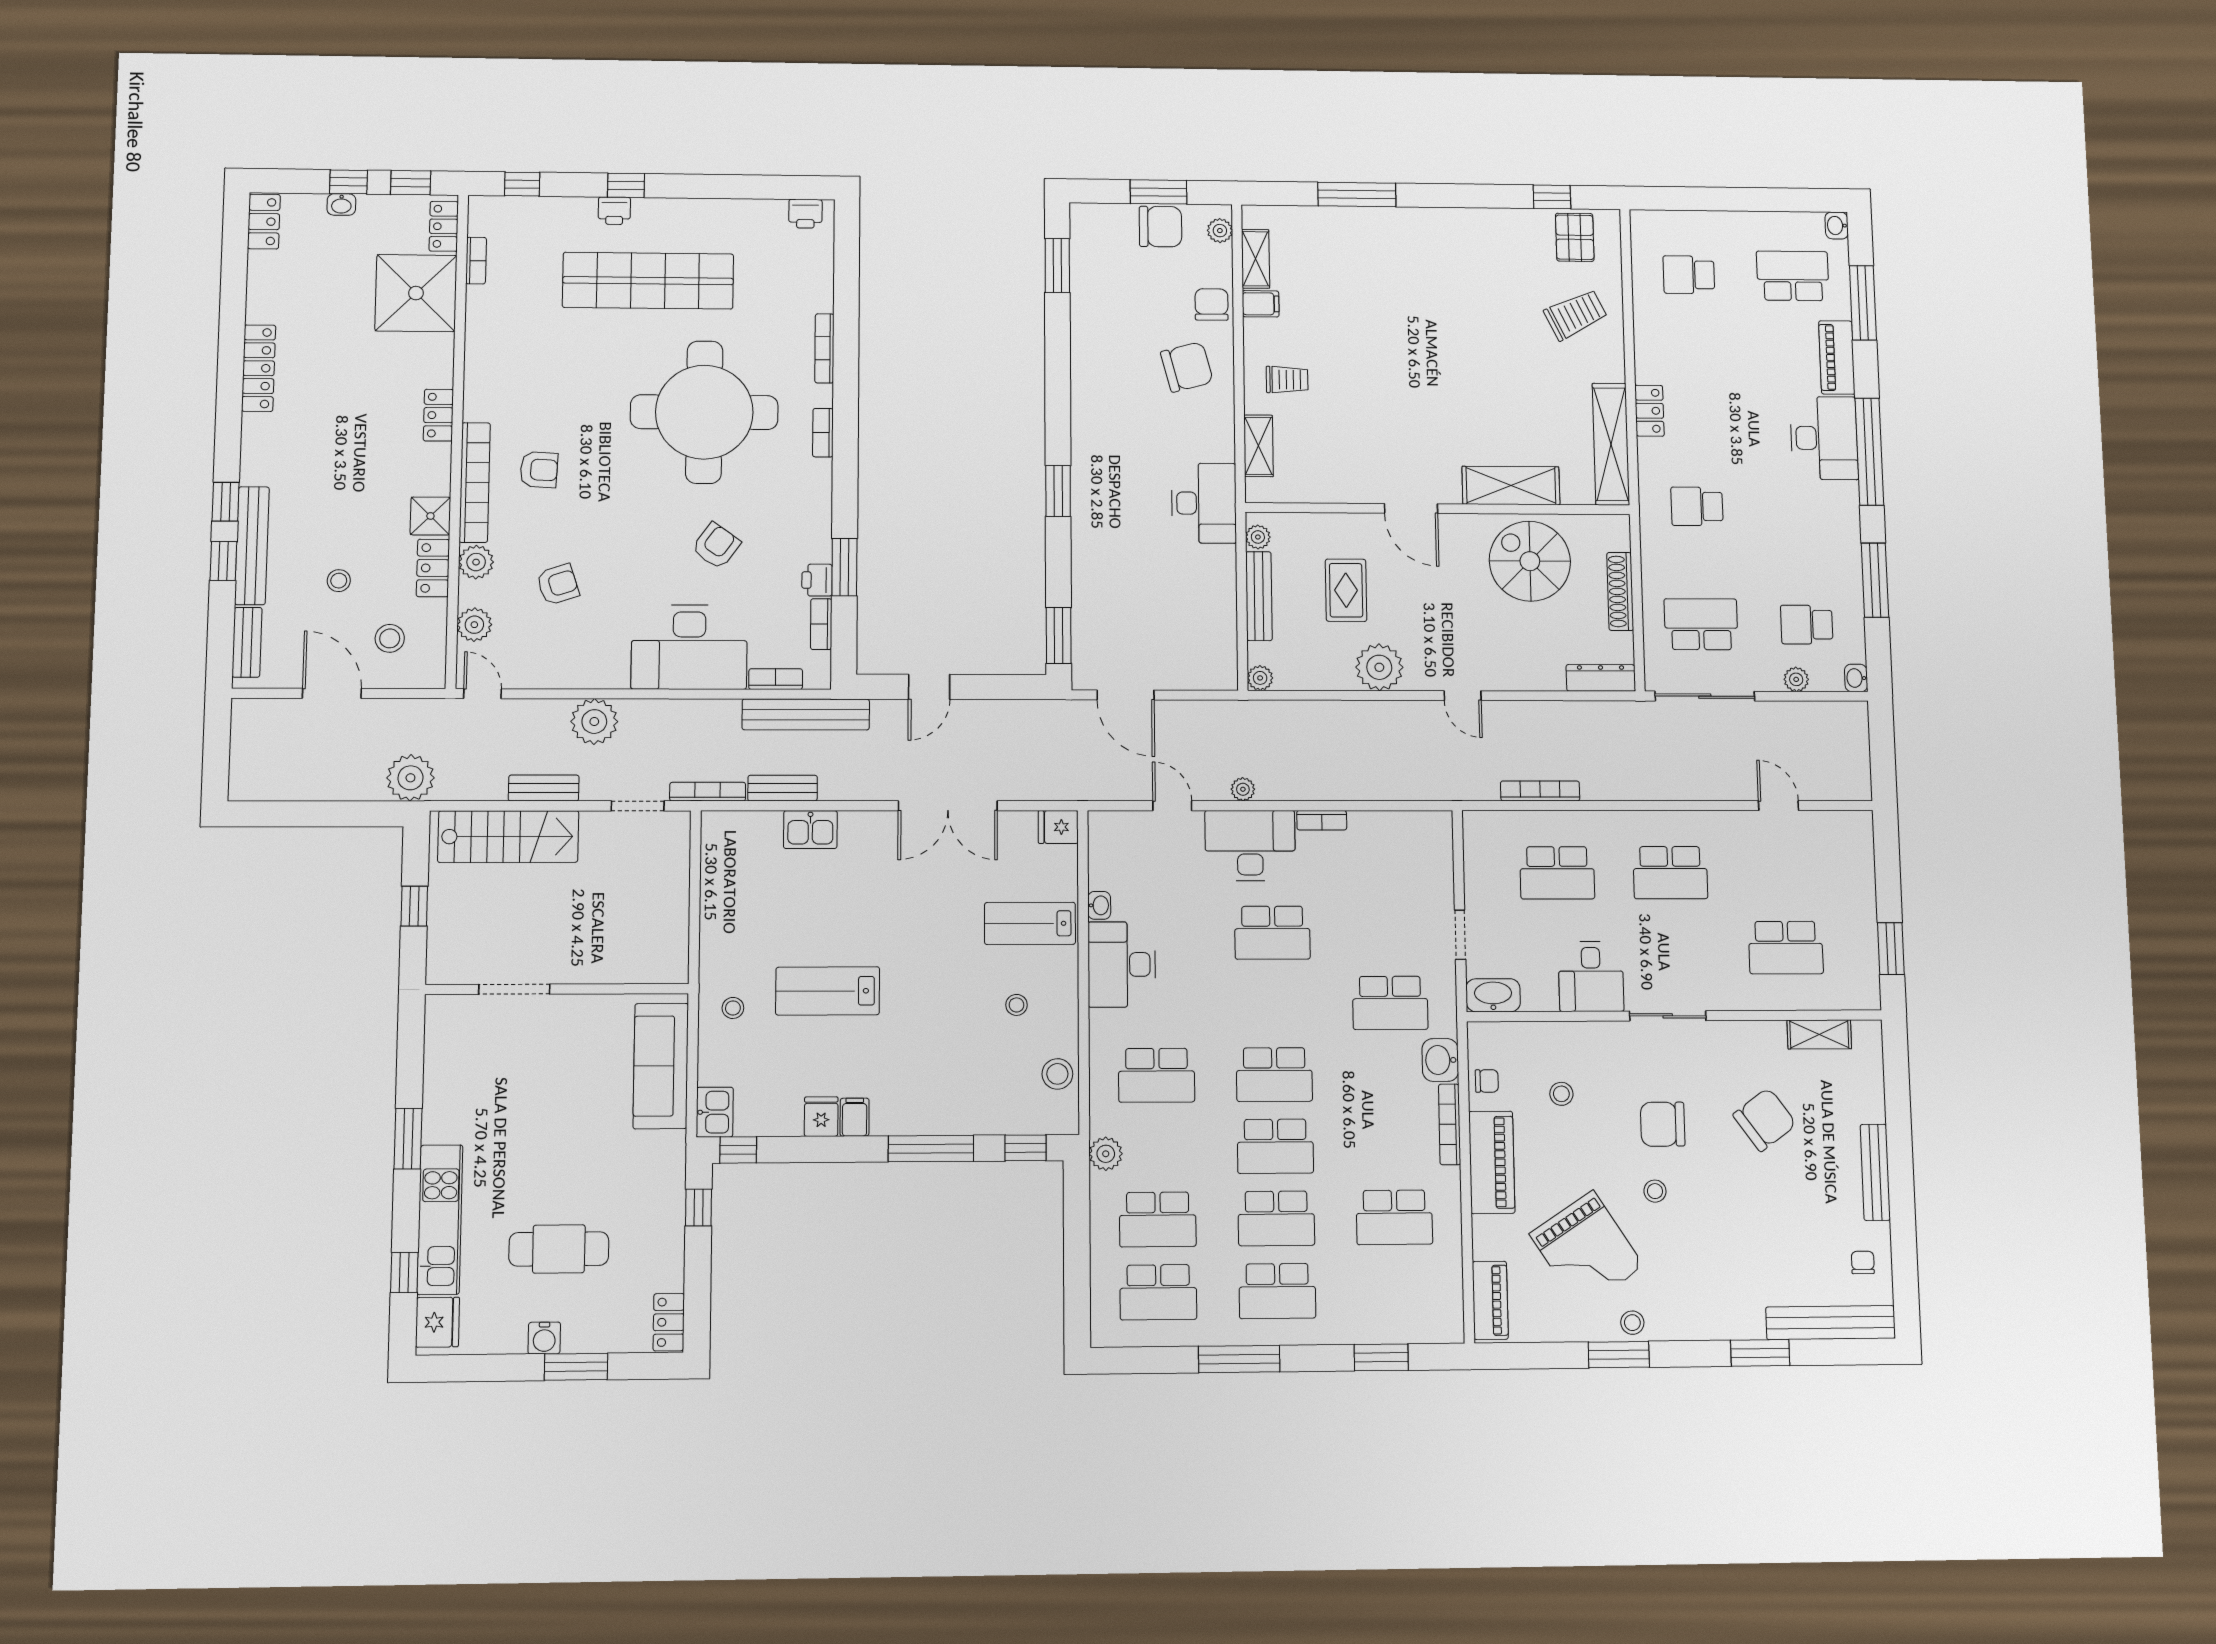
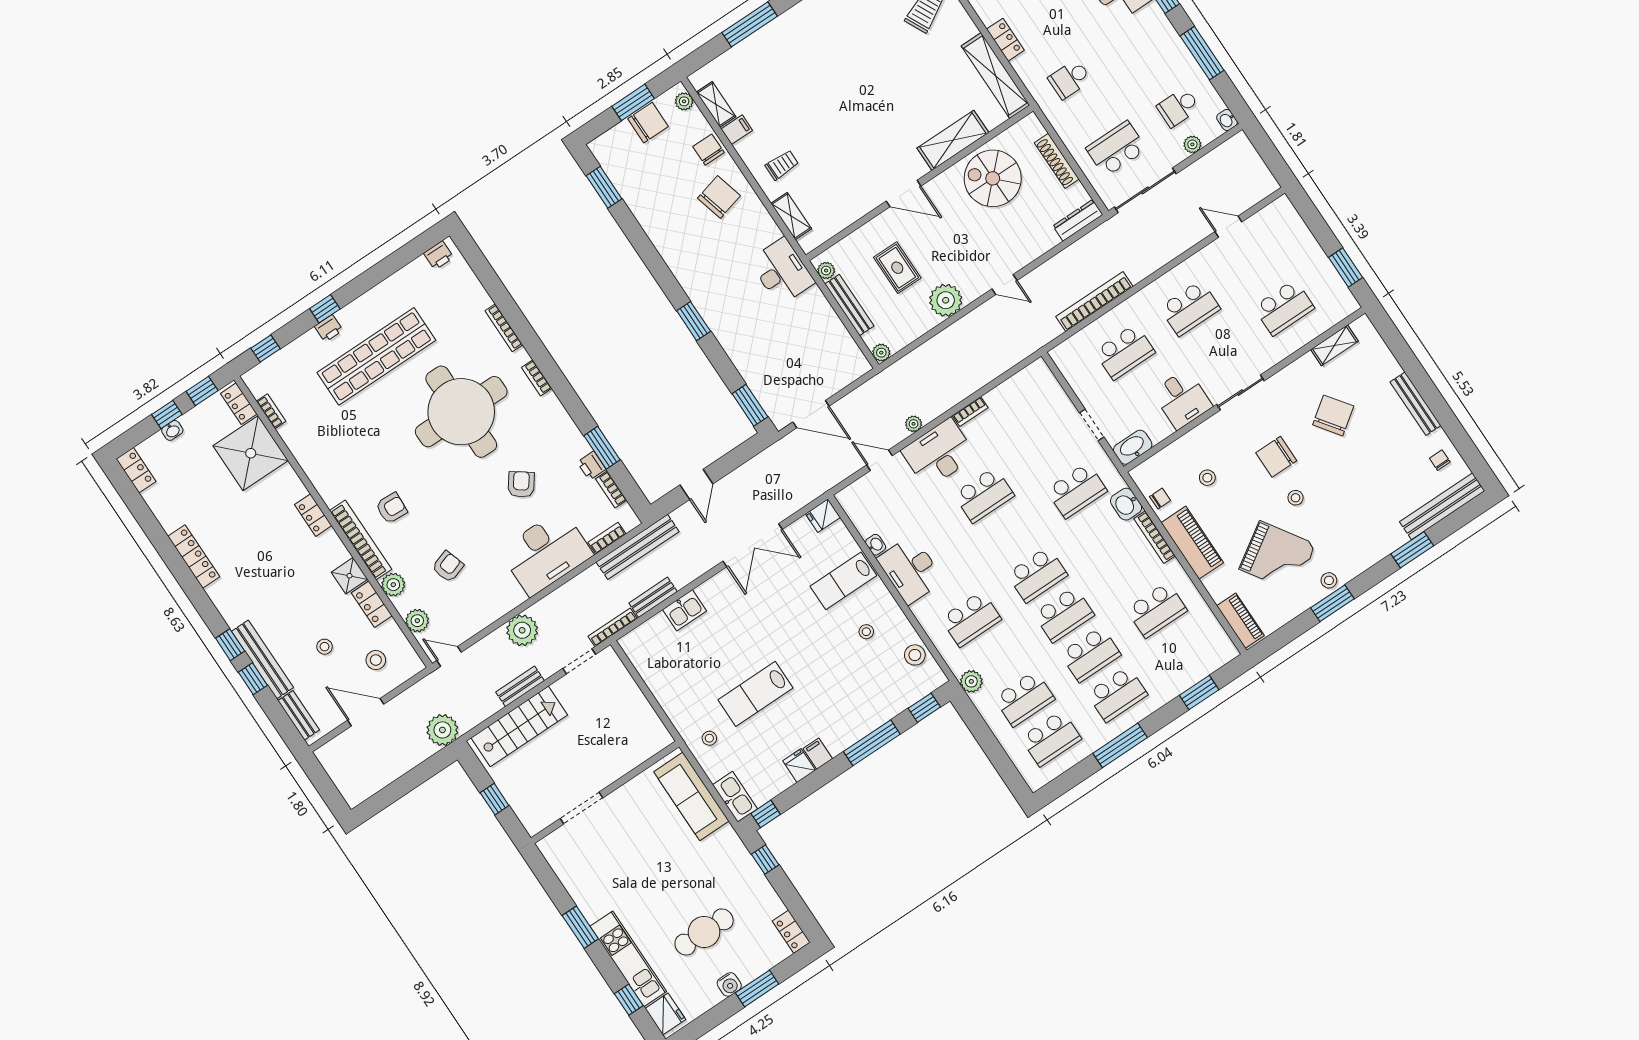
bookcase: (1540, 791) -> (1094, 302), width x1.48, depth x1.31
kitchen sink: (715, 1112) -> (735, 797), width x1.38

